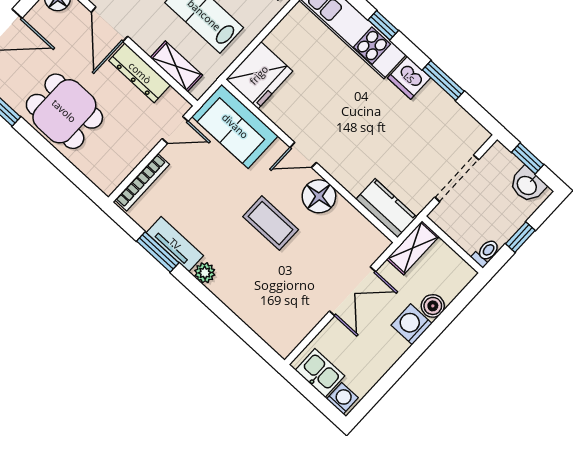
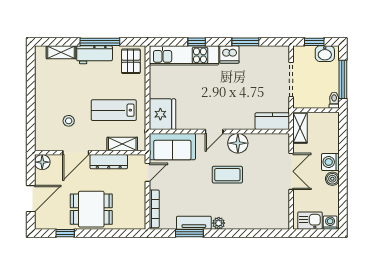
door: (109, 24) -> (76, 153), hinge flipped
window: (520, 237) -> (343, 79), width x2.17
boiler: (433, 306) -> (332, 179), moved

